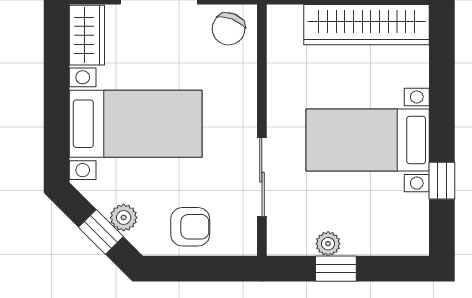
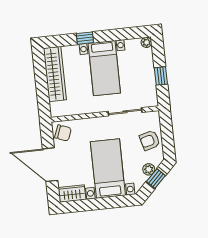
window: (442, 181) -> (85, 38), moved
armchair: (190, 227) -> (150, 140), turned -105
plant: (328, 244) -> (146, 42), moved

